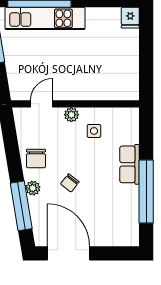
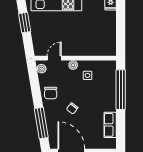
row of seats: (129, 164) -> (110, 125), moved
plant: (33, 188) -> (42, 69), moved
window: (146, 191) -> (121, 90), moved

